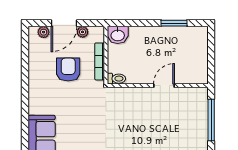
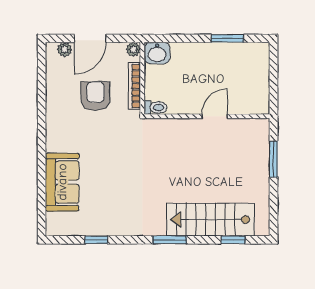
plant: (83, 32) -> (133, 49), moved
window: (211, 120) -> (273, 159), width x0.69

